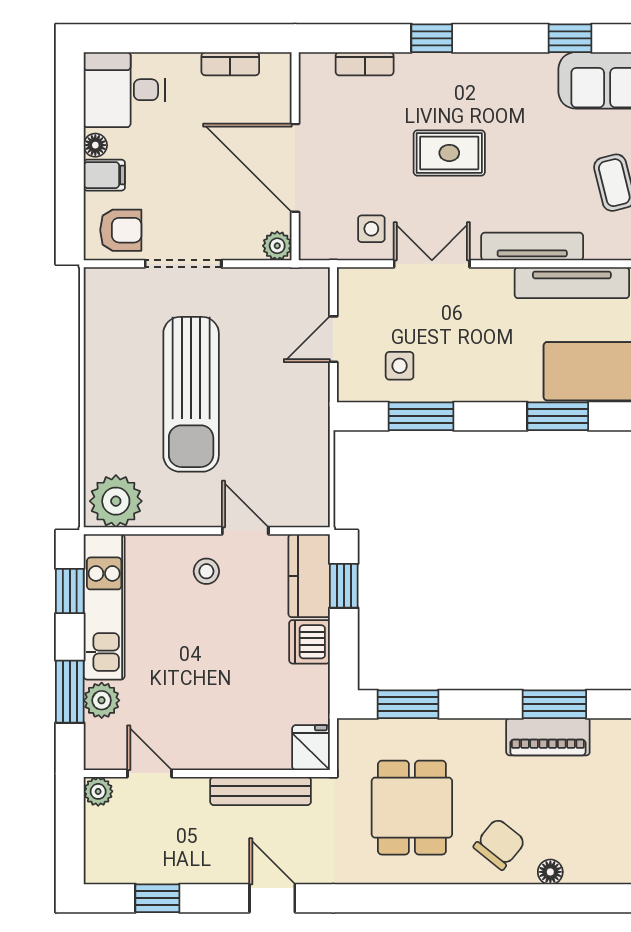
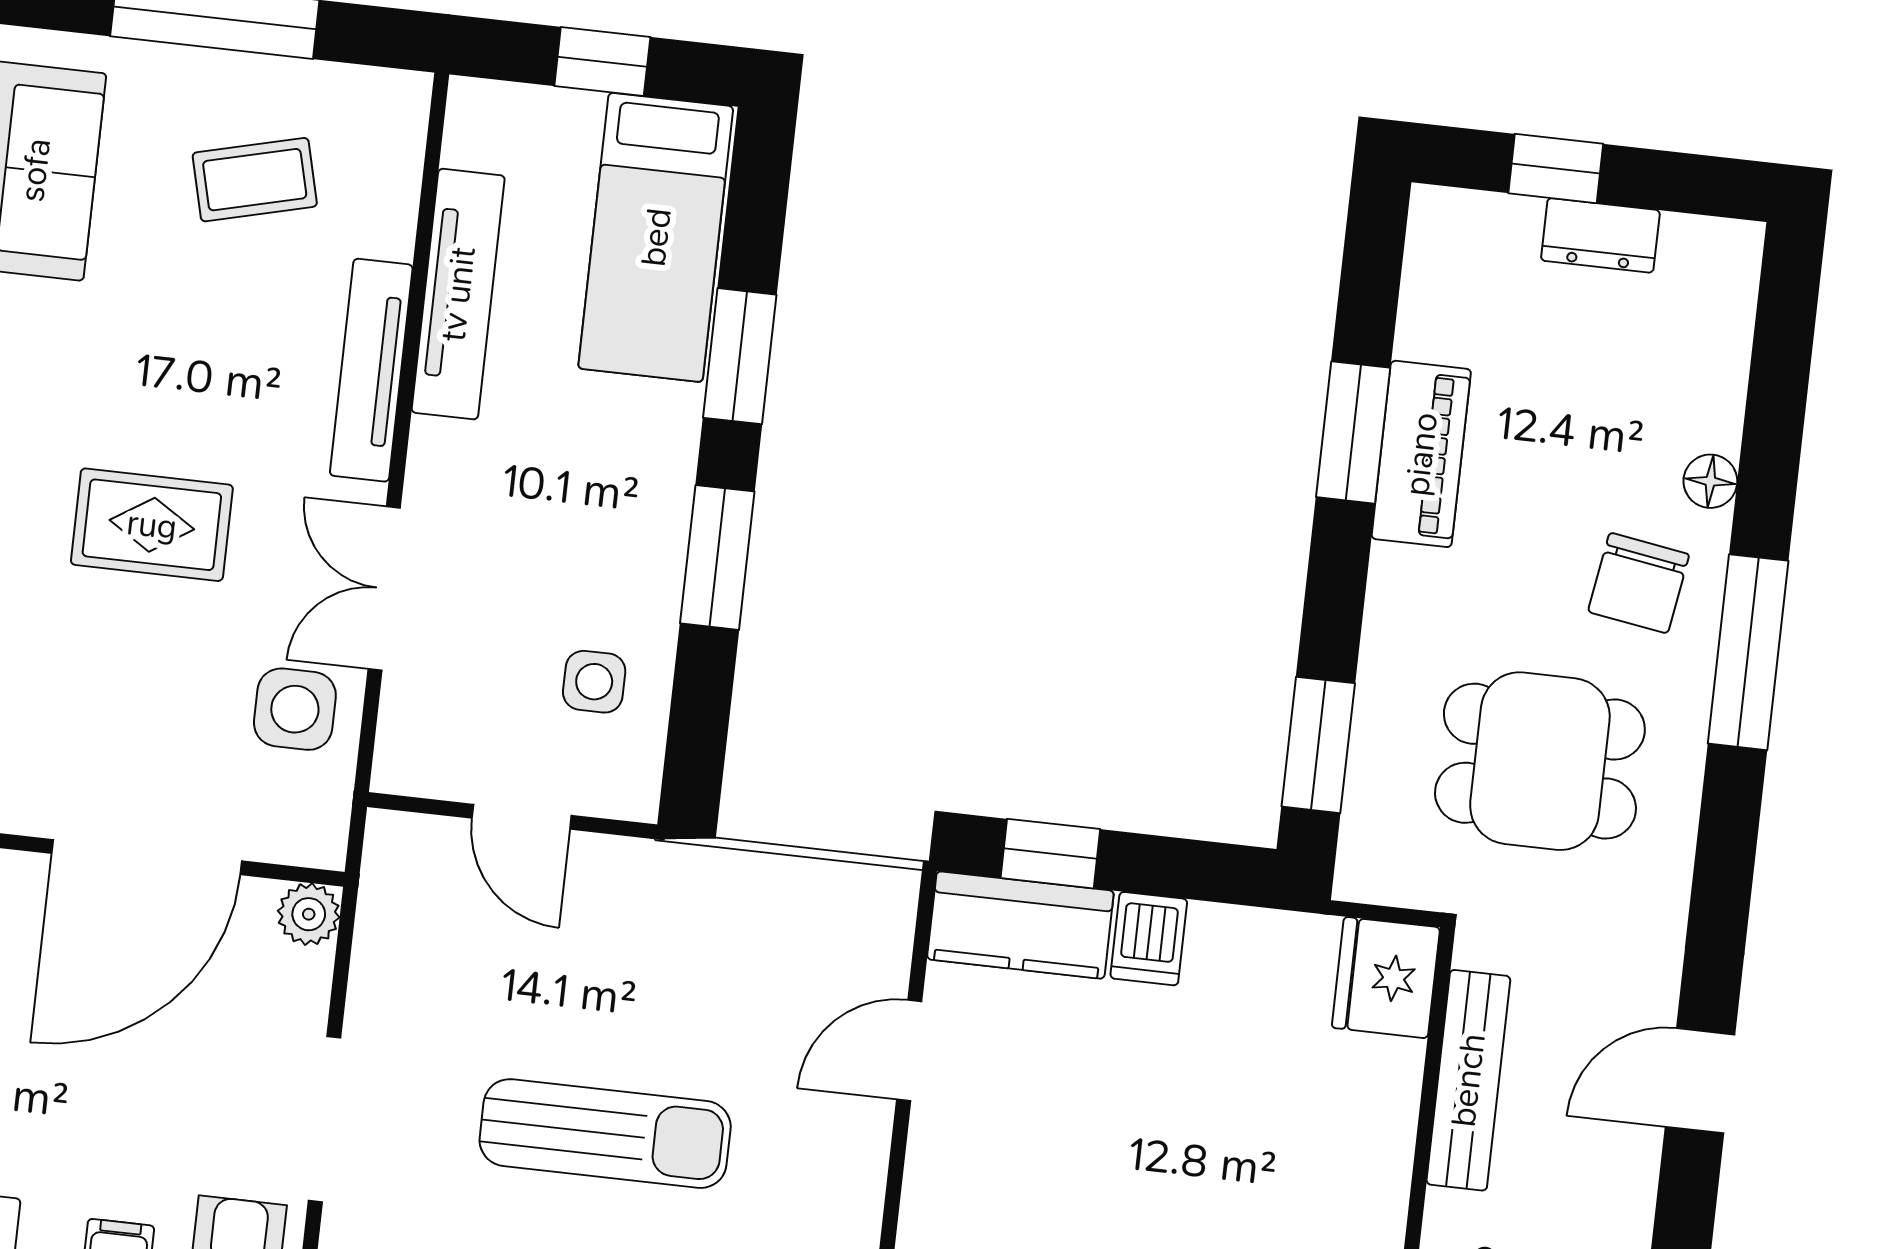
rug: (449, 153) -> (152, 525), turned 90
side table: (371, 229) -> (295, 709), width x1.37, depth x1.37
sun lounger: (191, 394) -> (605, 1134), width x0.73, depth x0.75
window: (421, 416) -> (717, 557), moved
stool: (206, 571) -> (986, 1143), removed
dishwasher: (309, 642) -> (1149, 939), width x0.73
fridge: (311, 748) -> (1386, 978), width x1.38
chair: (499, 844) -> (1639, 583), turned -120
window: (473, 898) -> (1748, 652), added

